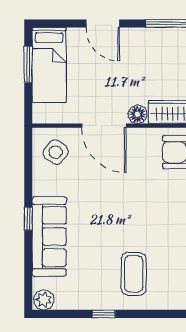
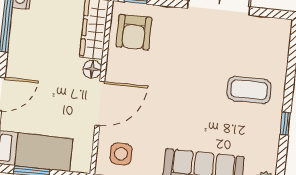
side table: (56, 152) -> (121, 154), turned -38

